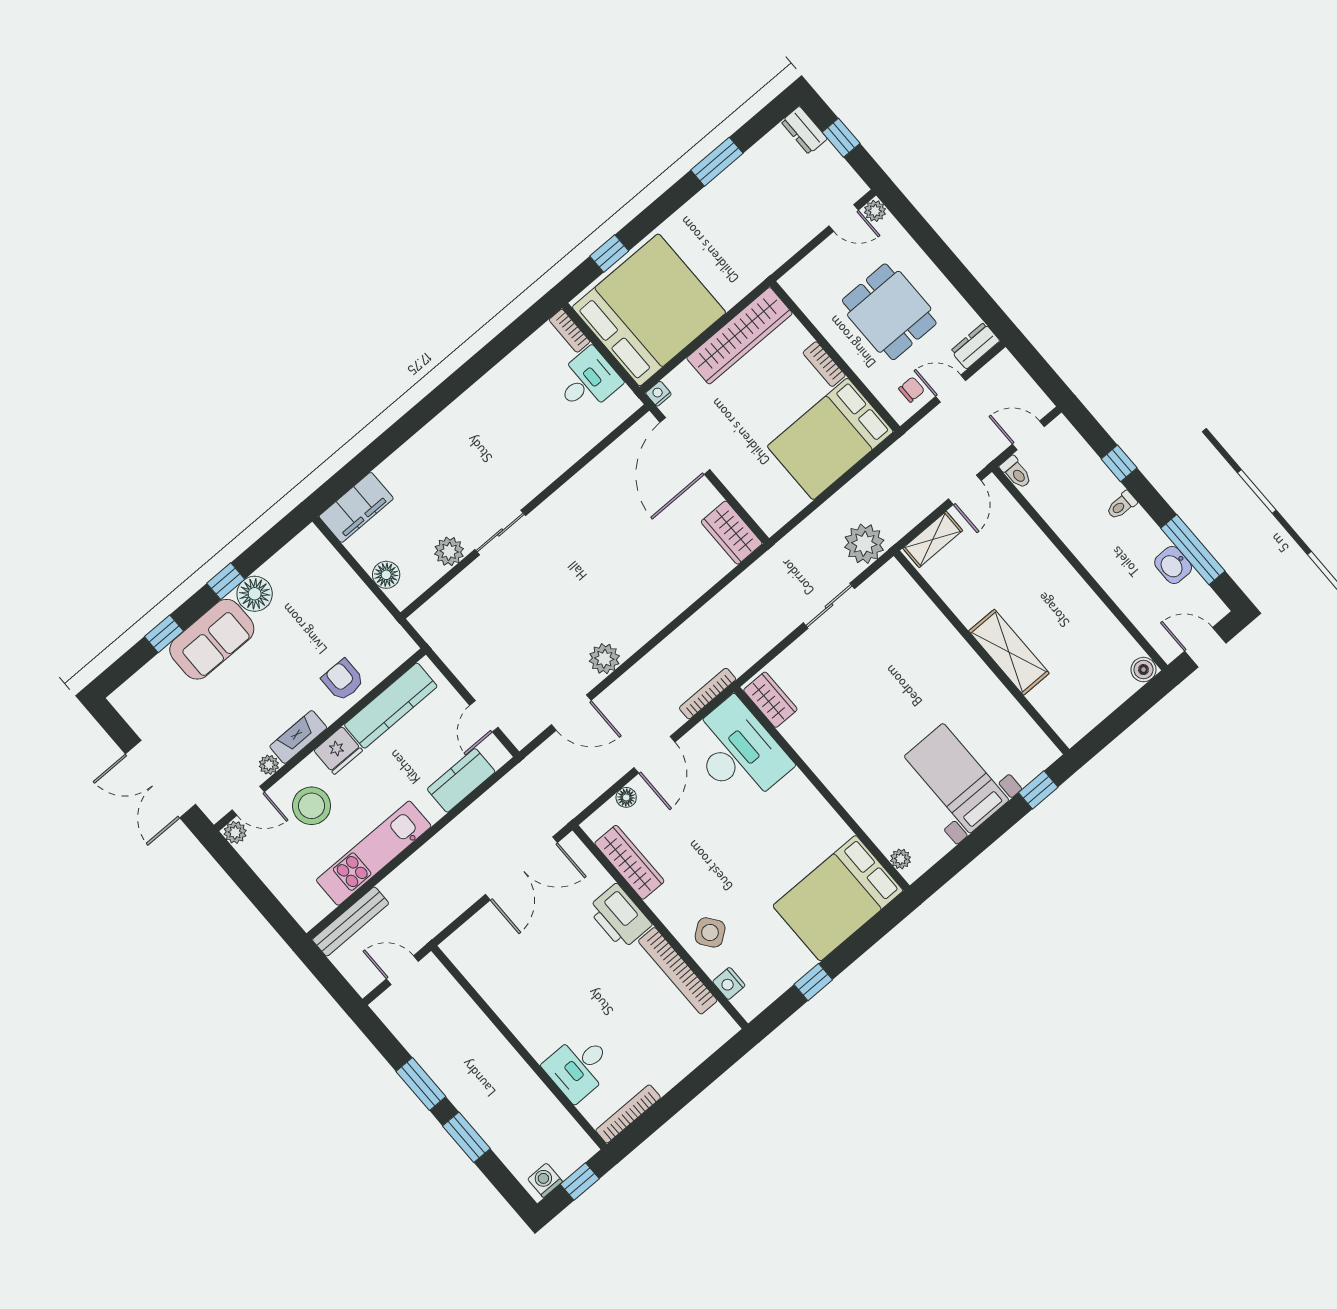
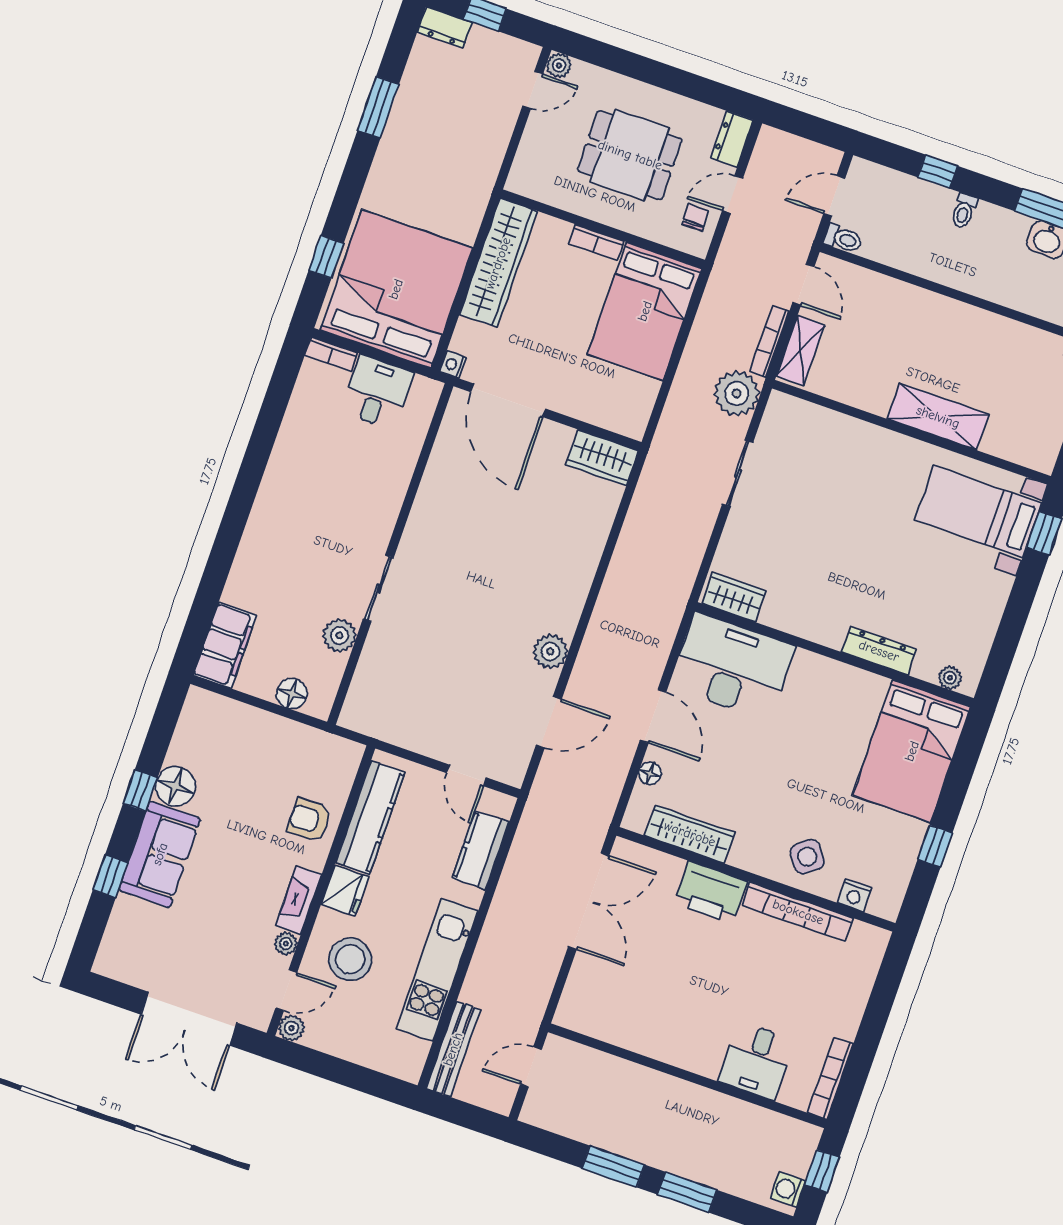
bookcase: (708, 694) -> (769, 341), moved
bed with nightstands: (957, 778) -> (978, 512), moved
dresser: (858, 806) -> (879, 651), added

